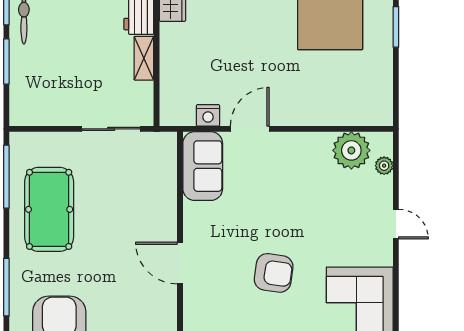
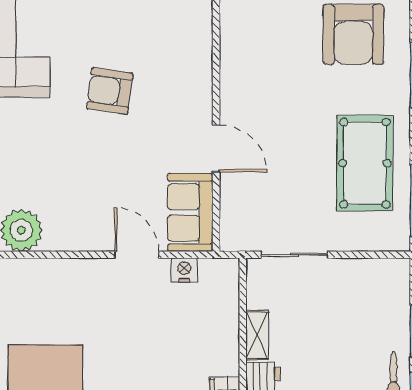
door: (250, 129) -> (137, 255), swing flipped
door: (180, 263) -> (216, 148), moved

